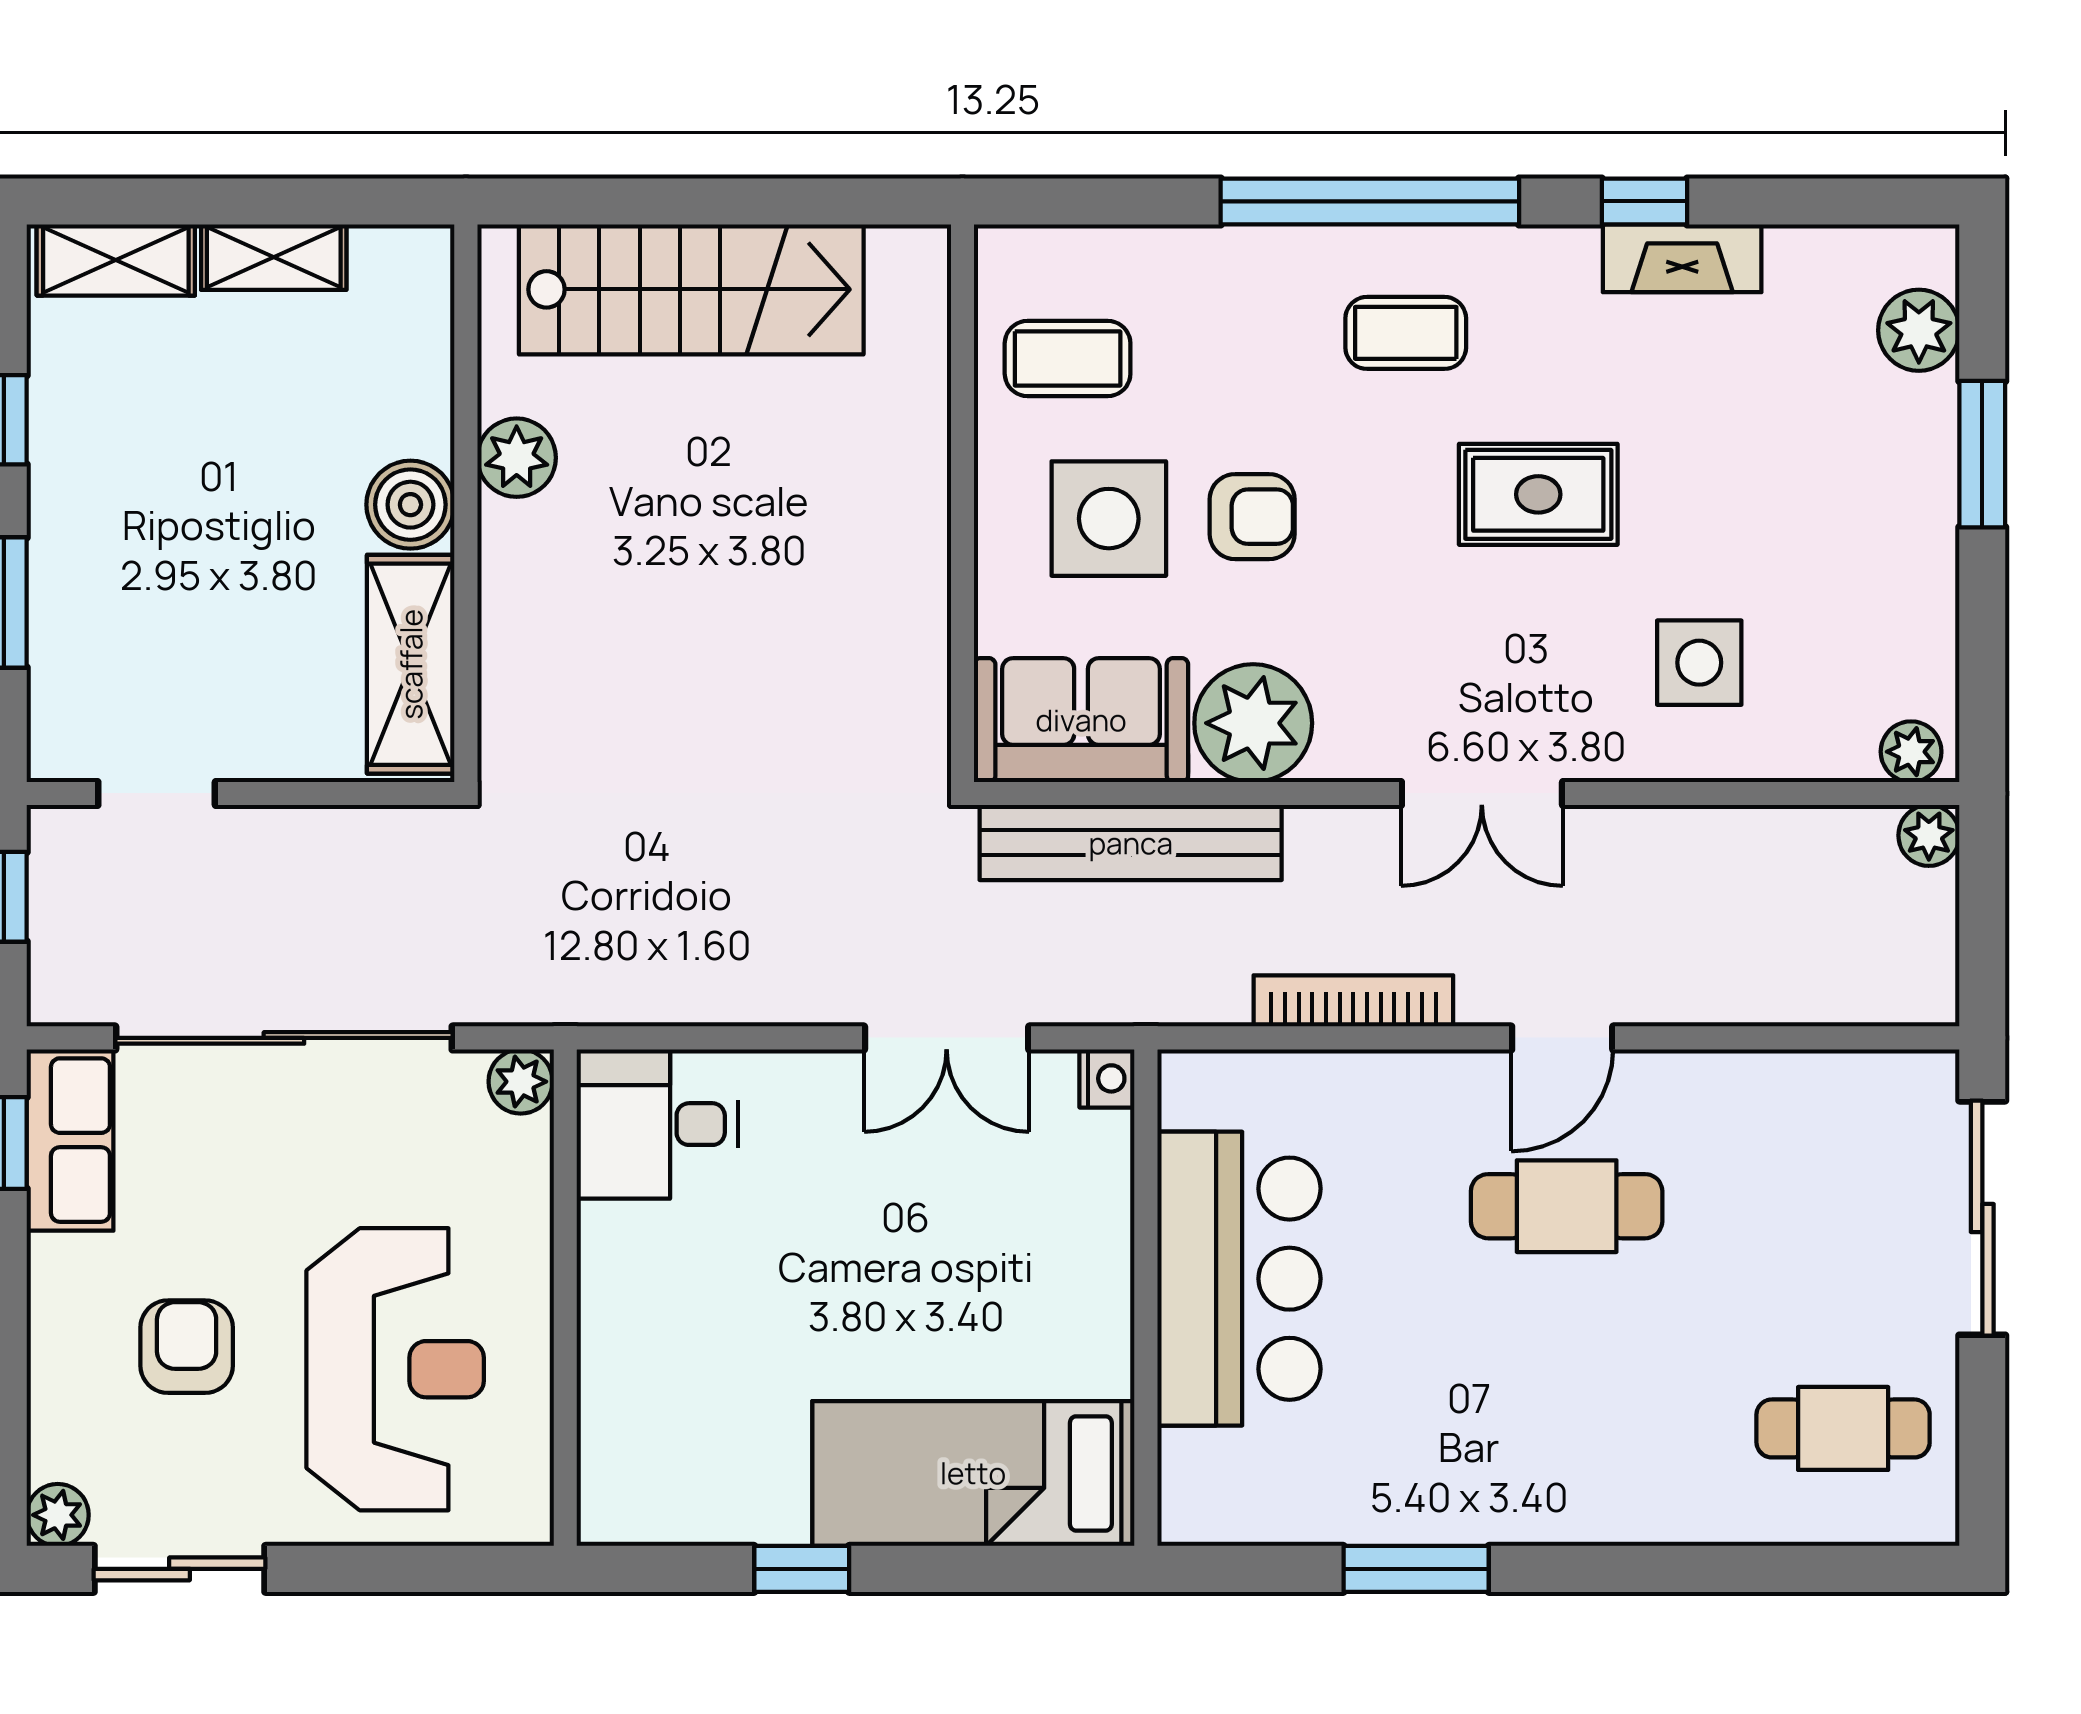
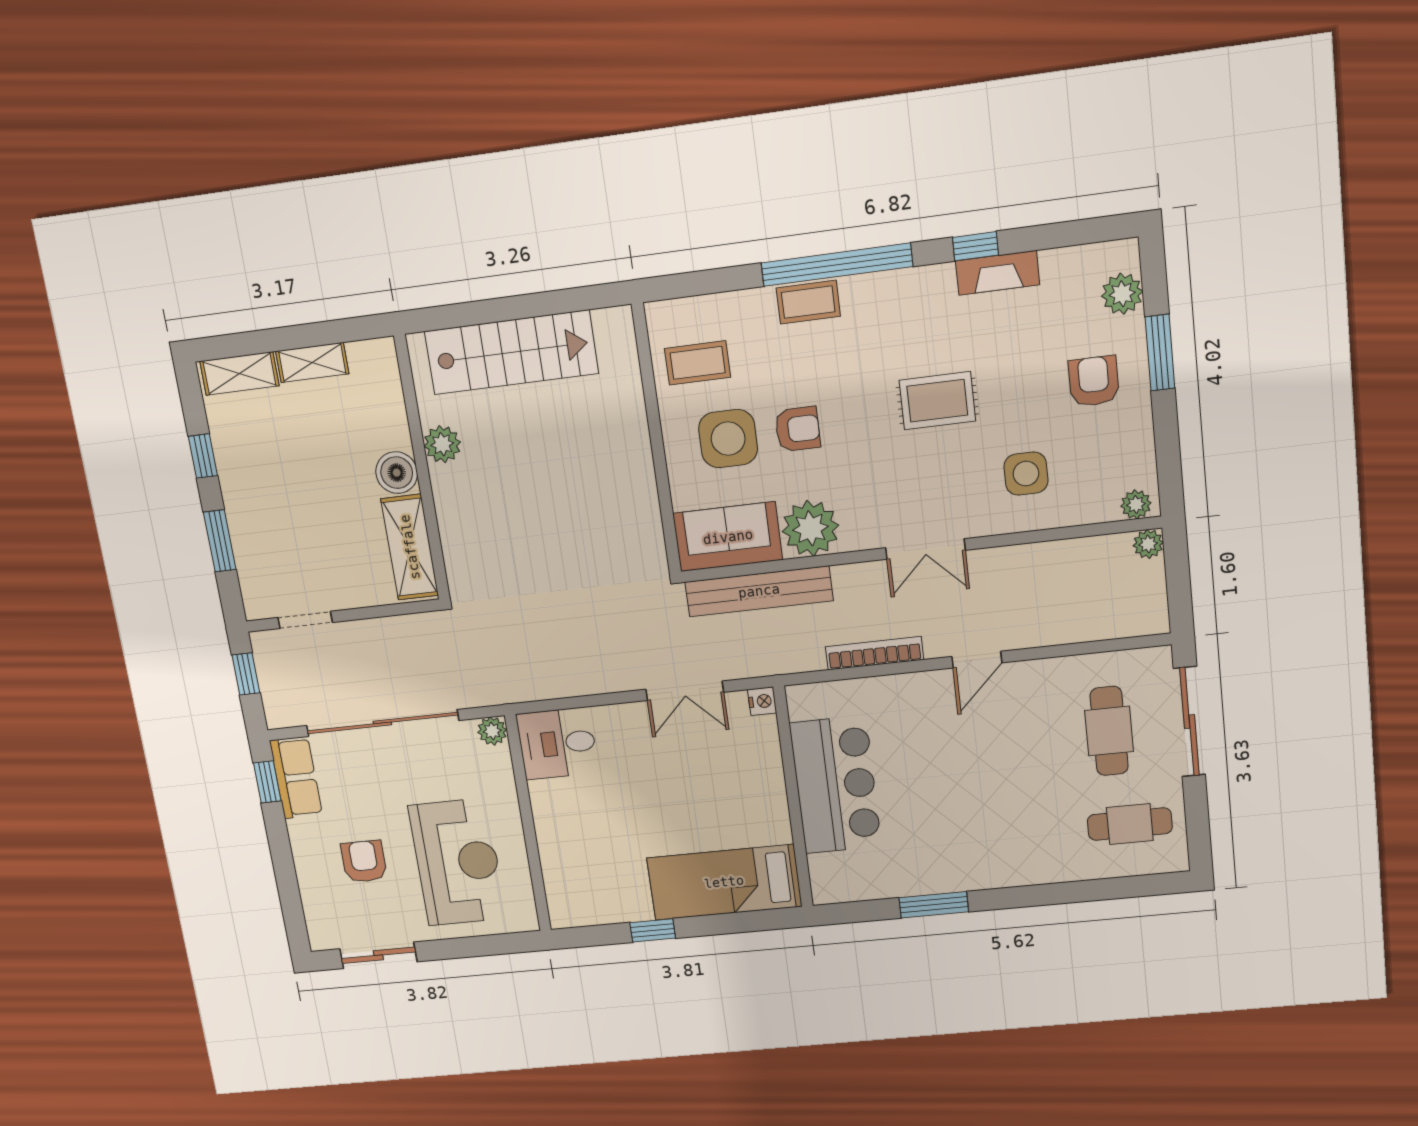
coffee table: (1406, 333) -> (808, 302), moved
armchair: (1849, 494) -> (1094, 381), added
cafe table: (1567, 1206) -> (1109, 731), moved, turned 90
plant: (58, 1515) -> (322, 938), removed

